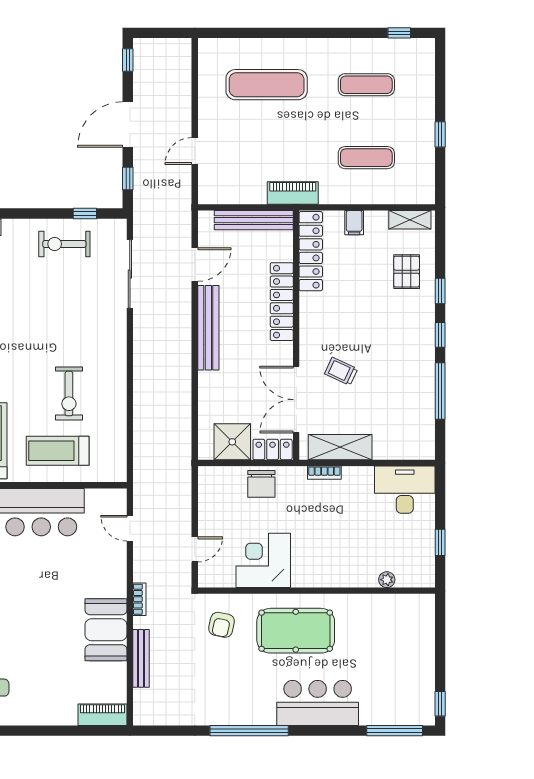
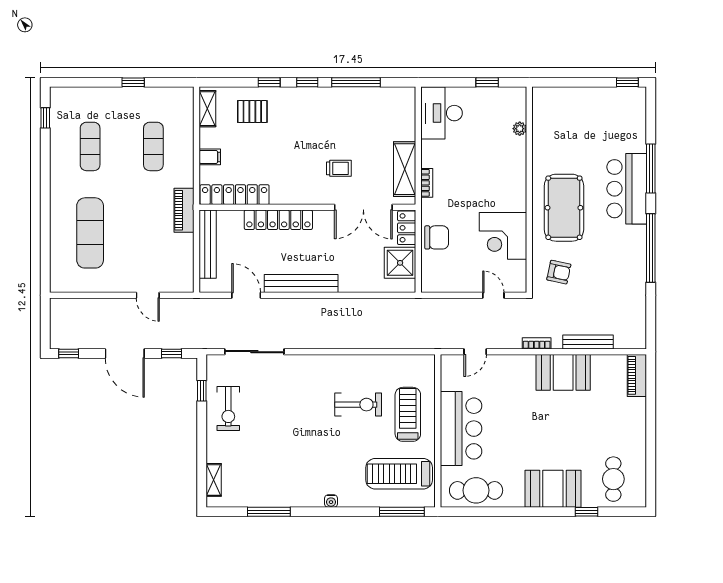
trolley: (341, 371) -> (339, 168), turned -115
treadmill: (58, 451) -> (408, 414), turned 180
window: (395, 731) -> (651, 168), moved

